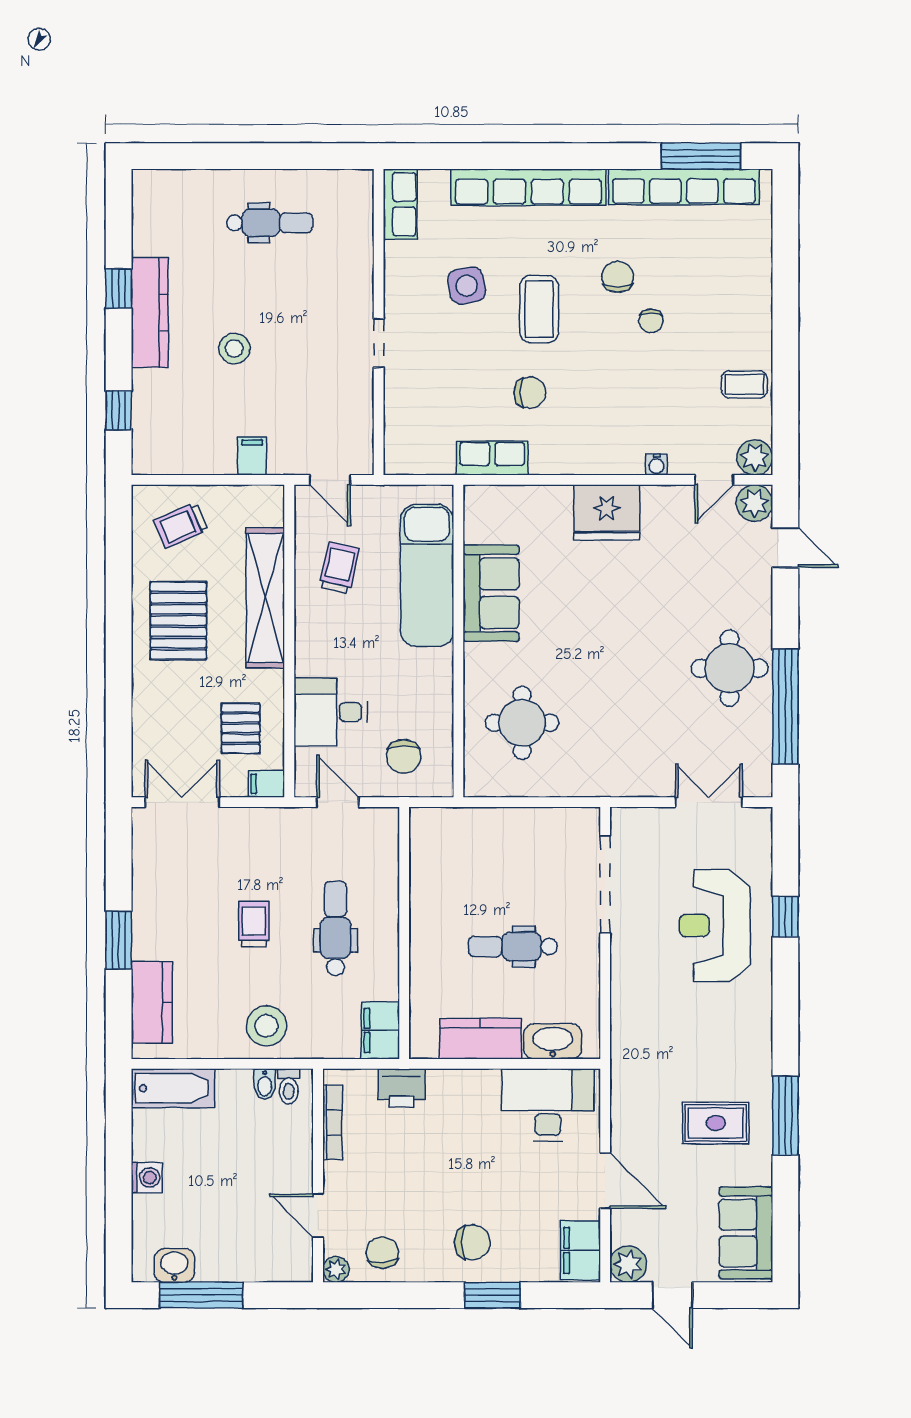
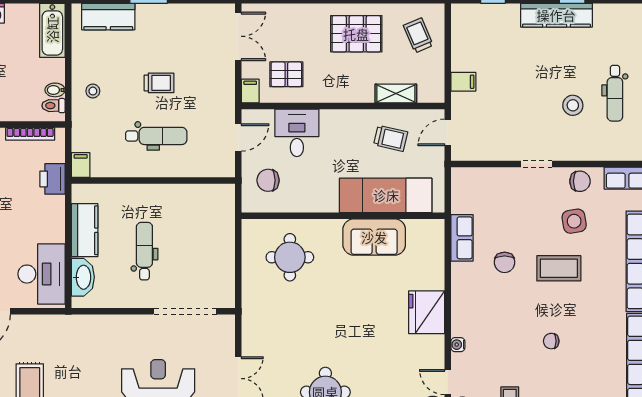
chair: (618, 277) -> (580, 181), moved
stool: (234, 348) -> (573, 105), moved
shelving: (265, 598) -> (396, 93), width x0.45, depth x0.75
stool: (266, 1026) -> (93, 91), width x0.53, depth x0.53
filing cabinet: (380, 1030) -> (81, 165), width x0.50

